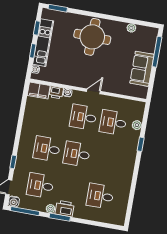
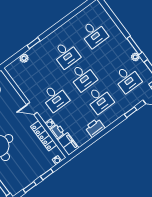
kitchen unit: (43, 43) -> (35, 173), removed
locker: (64, 79) -> (44, 136), added
desk: (113, 122) -> (66, 54), moved
printer: (65, 208) -> (95, 128), moved, turned 90

